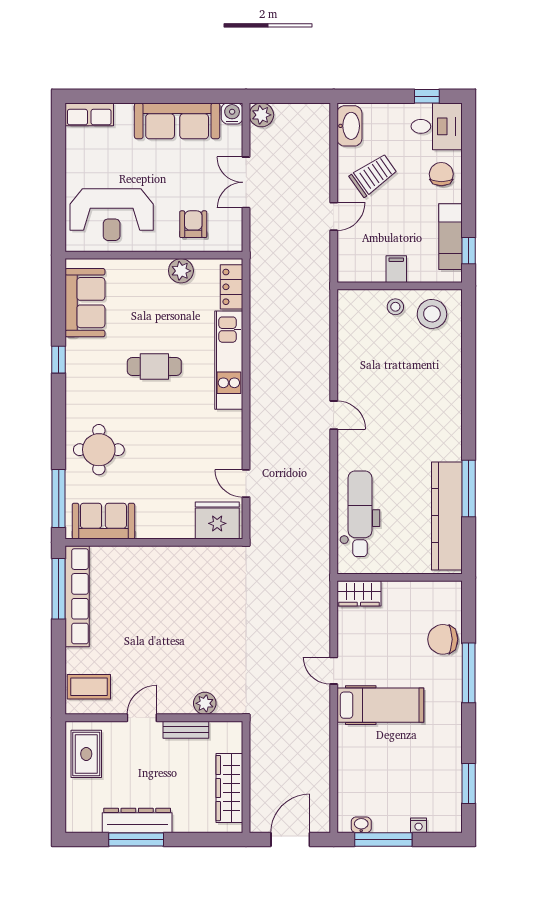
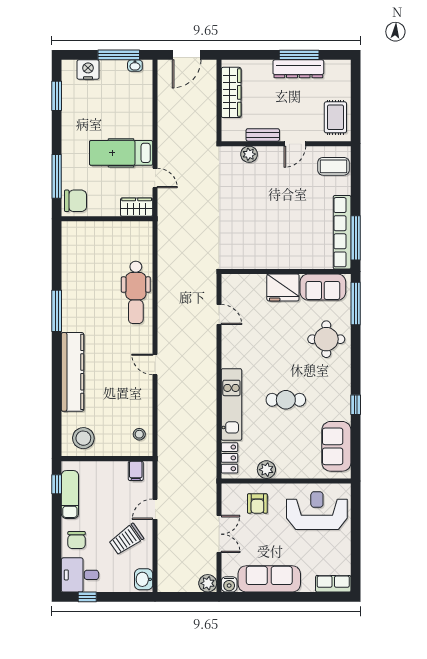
washbasin: (349, 126) -> (144, 579), width x0.72
filing cabinet: (396, 269) -> (136, 471), moved
stool: (395, 307) -> (139, 434), moved
kitchen counter: (447, 516) -> (73, 372), moved
fridge: (217, 521) -> (283, 287), moved
wall: (400, 577) -> (107, 219), moved
wardrobe: (359, 593) -> (137, 207), moved
nightstand: (419, 825) -> (88, 70), width x1.89, depth x1.79

